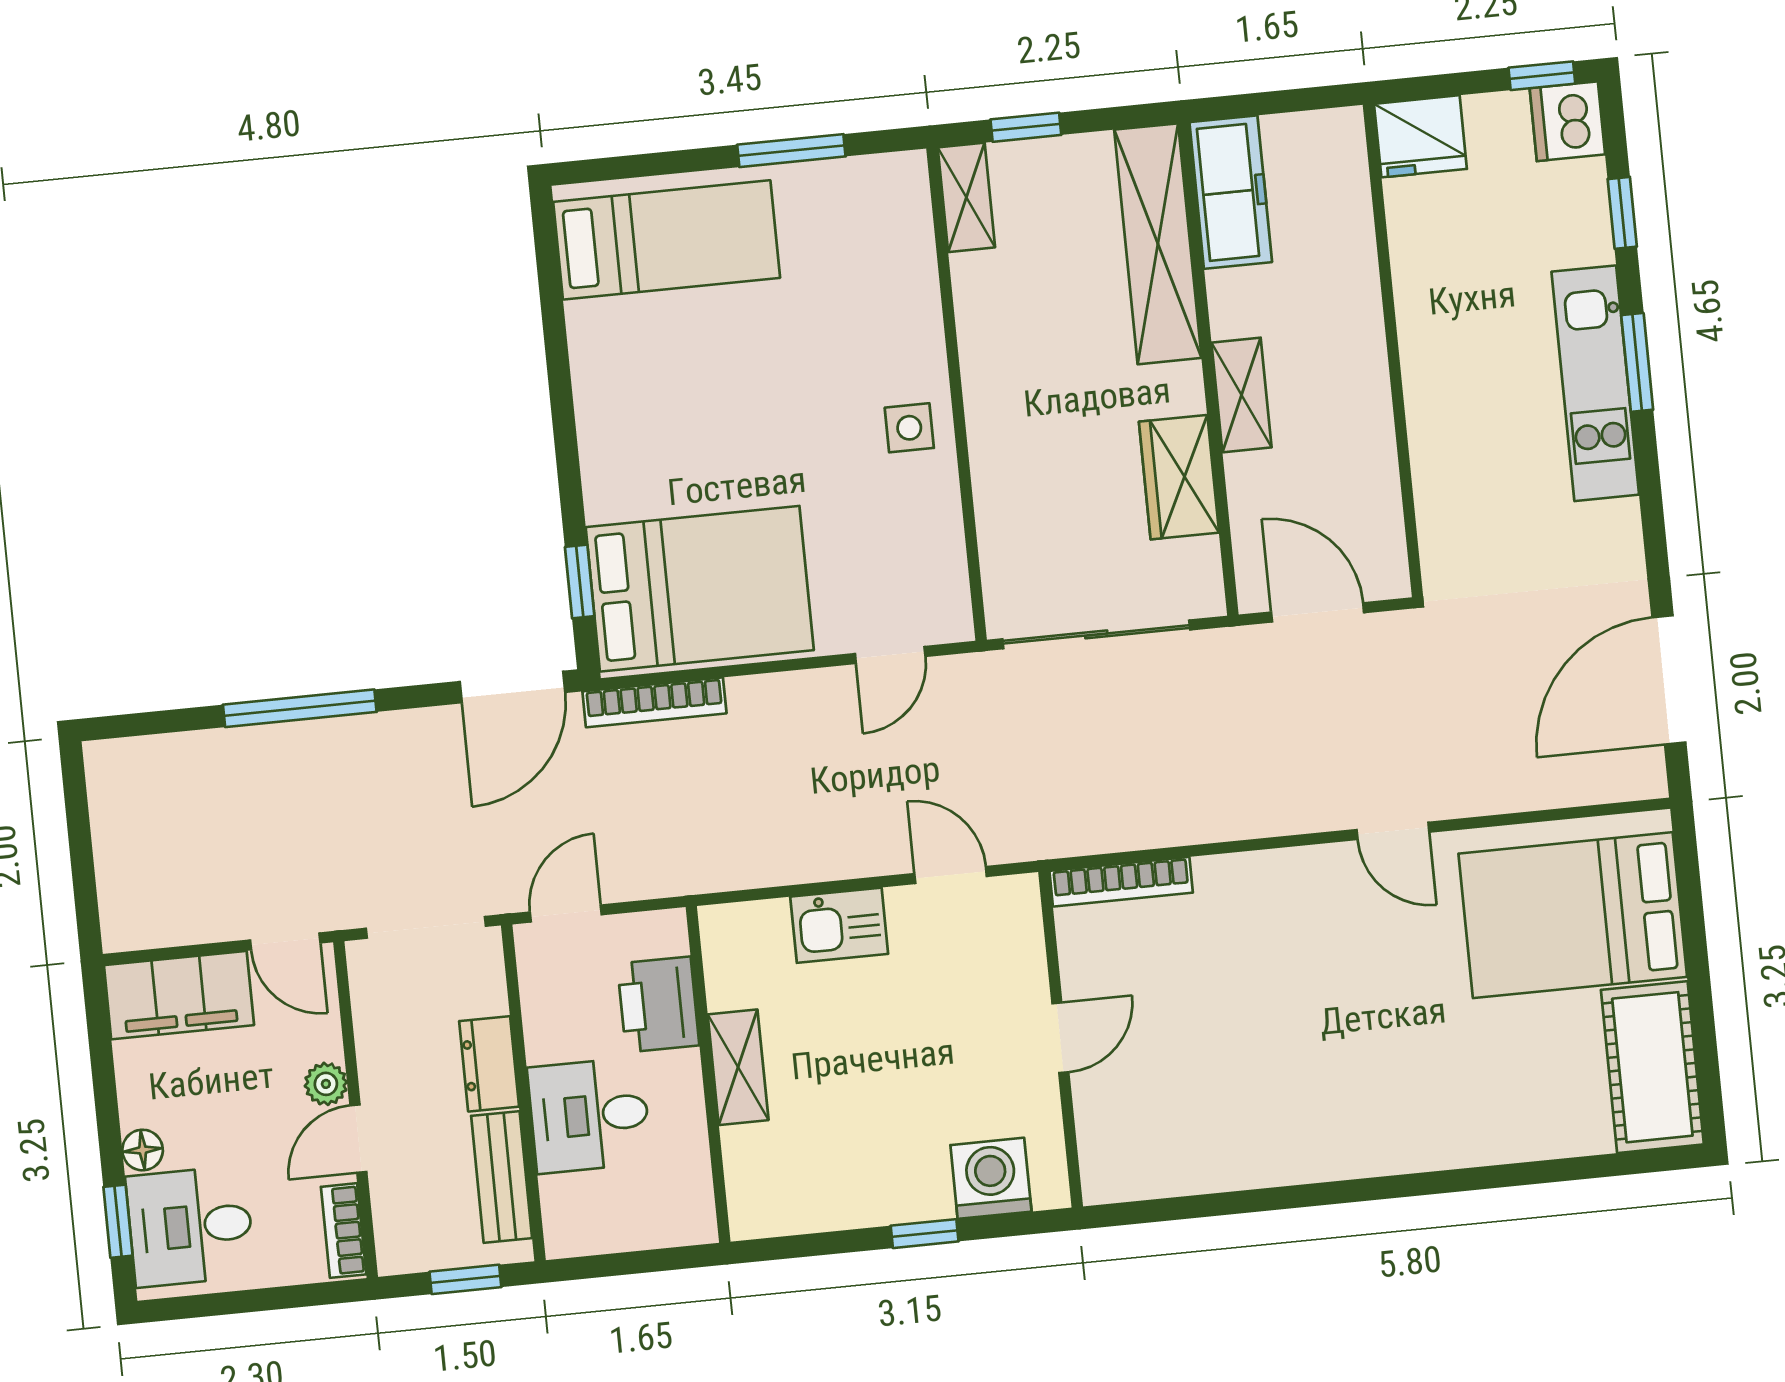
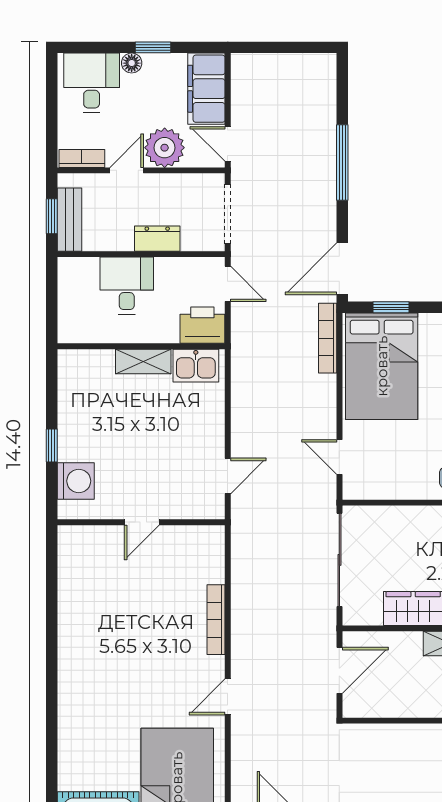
door: (512, 687) -> (342, 269), hinge flipped
bookcase: (1121, 882) -> (216, 620), moved
kitchen sink: (839, 925) -> (196, 366), moved, turned -90
door: (285, 941) -> (228, 144), hinge flipped
printer: (658, 1005) -> (202, 325), moved
door: (1060, 1038) -> (142, 522), hinge flipped
plant: (326, 1084) -> (165, 148), width x1.88, depth x1.88
door: (358, 1139) -> (127, 170), hinge flipped
bench: (502, 1177) -> (69, 220), moved, turned 90
window: (118, 1221) -> (153, 47), moved

